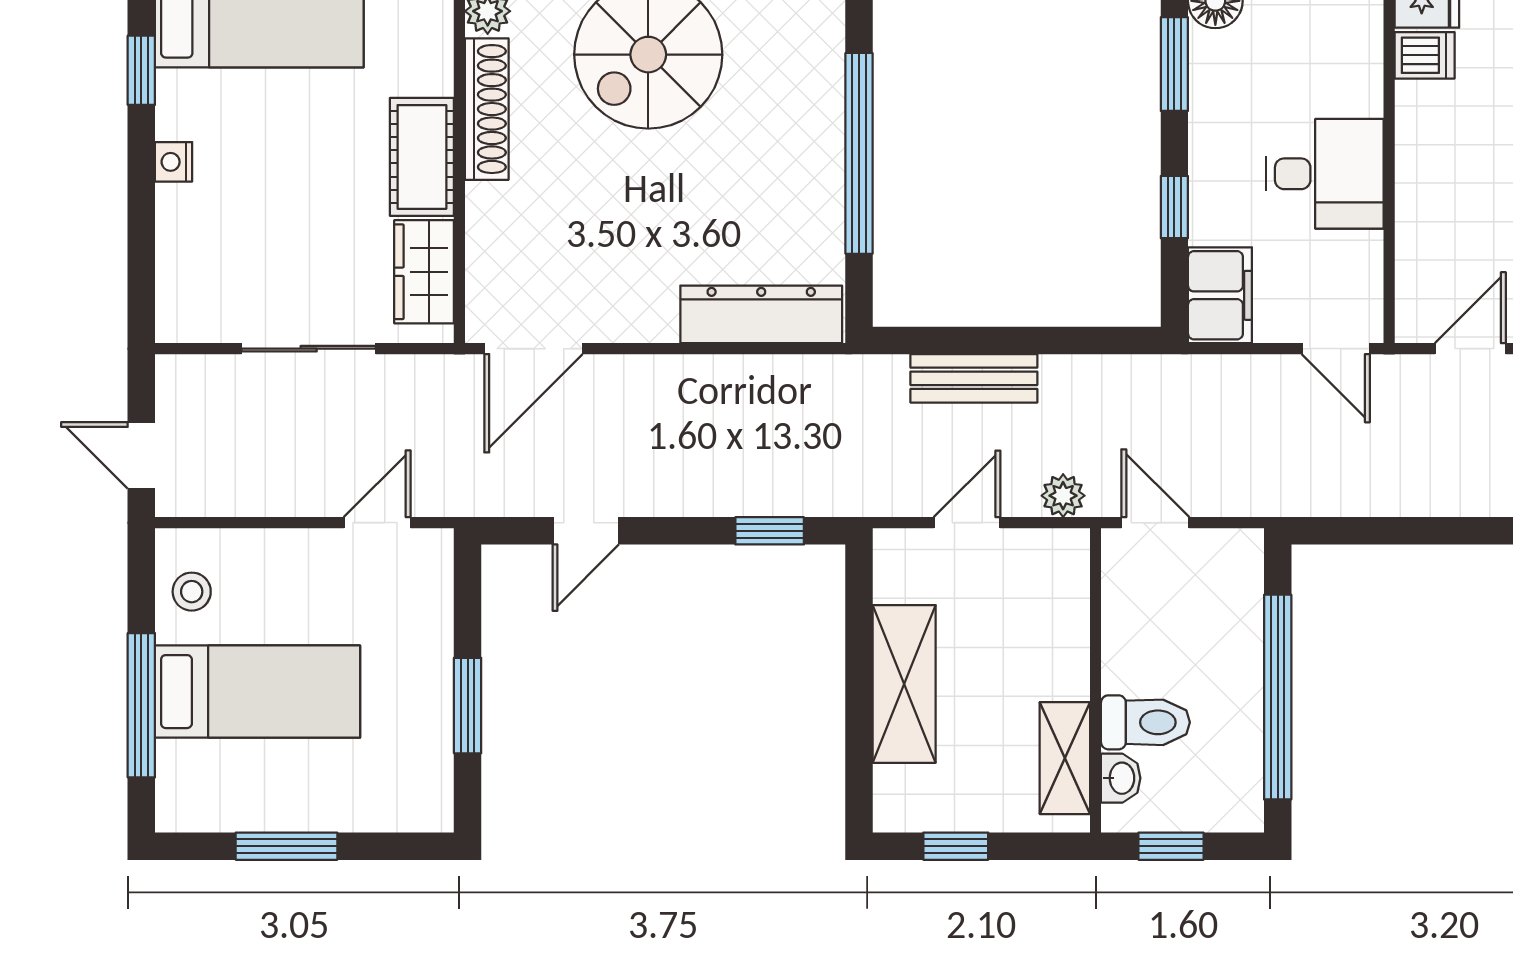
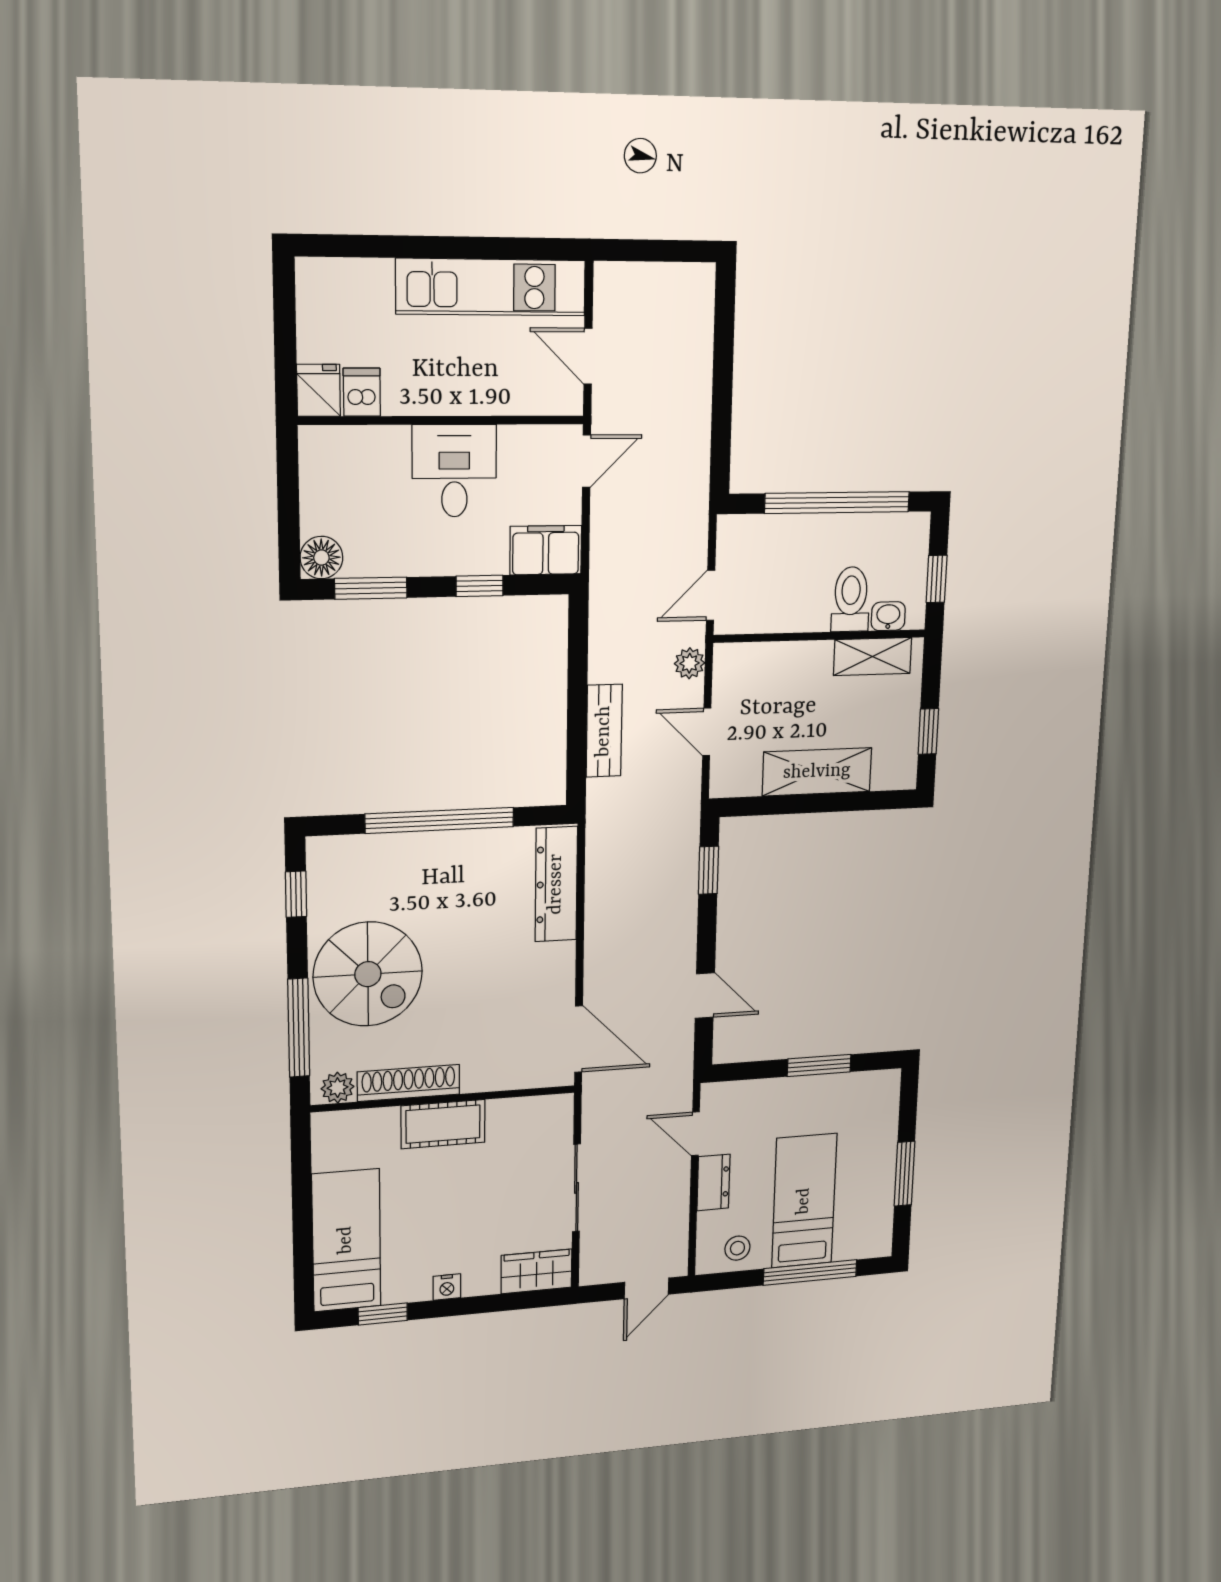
wardrobe: (424, 272) -> (537, 1271), moved, turned 180
dresser: (299, 552) -> (713, 1182), added

